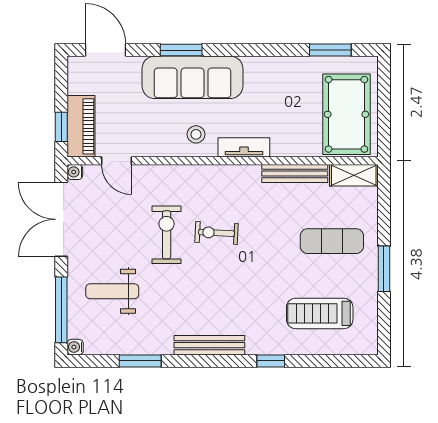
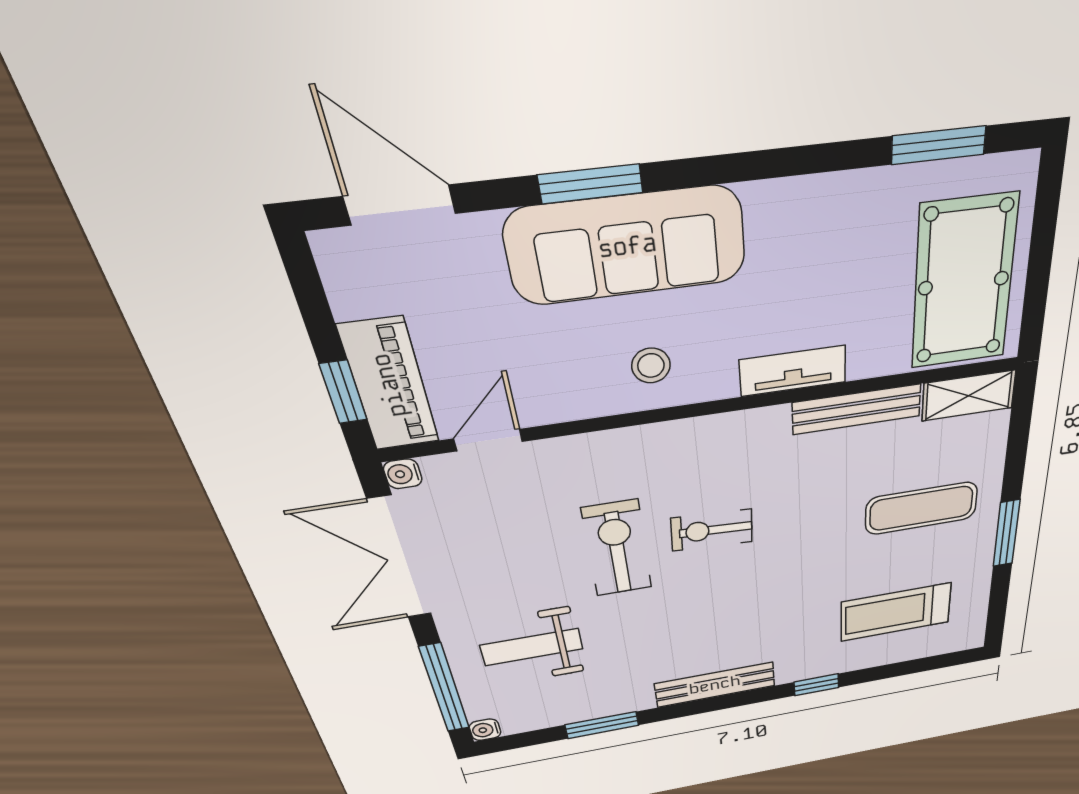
tv unit: (244, 147) -> (793, 371), moved
door: (117, 161) -> (488, 440), swing flipped

